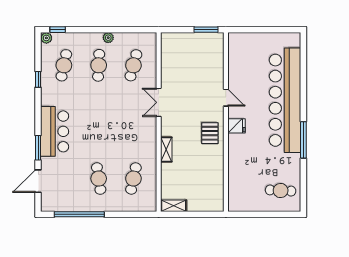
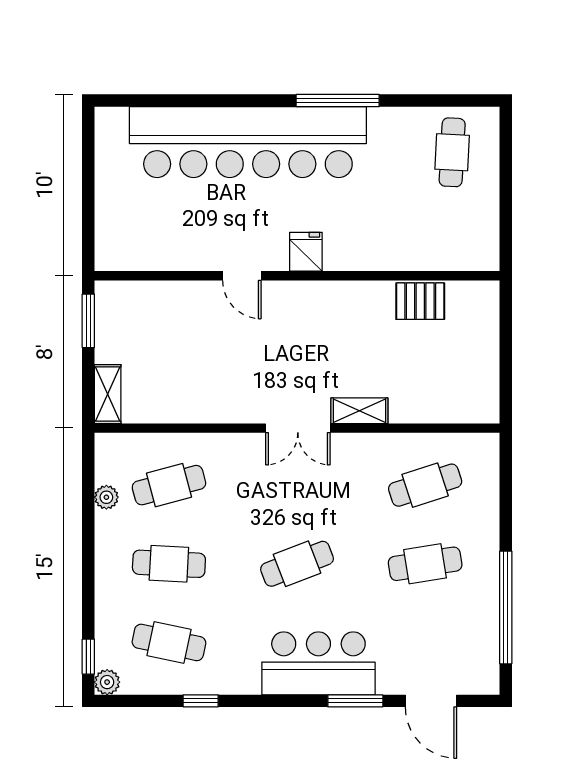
plant: (108, 38) -> (106, 497), moved
cafe table: (133, 65) -> (169, 485), turned -30
door: (226, 98) -> (242, 276), swing flipped
double door: (159, 102) -> (298, 428), moved
cafe table: (99, 122) -> (297, 564), added
pallet: (210, 133) -> (420, 301), moved
cafe table: (133, 179) -> (425, 485), turned -30
shelving: (174, 206) -> (108, 394), moved

